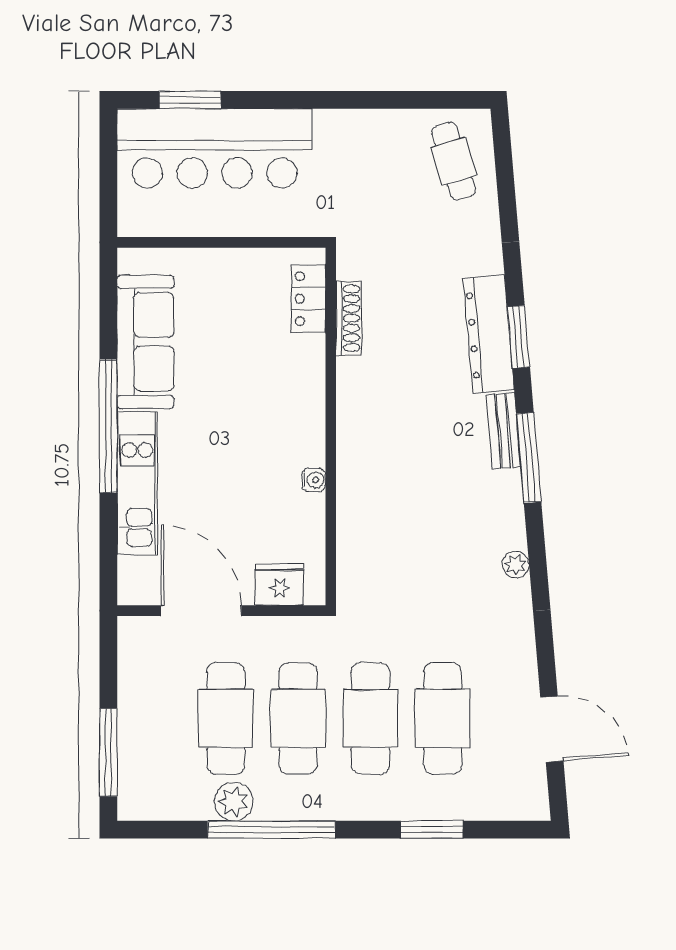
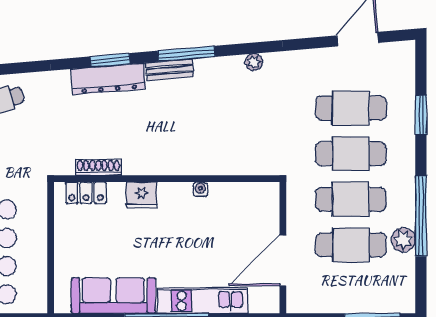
fridge: (280, 585) -> (141, 195), moved, turned -90

